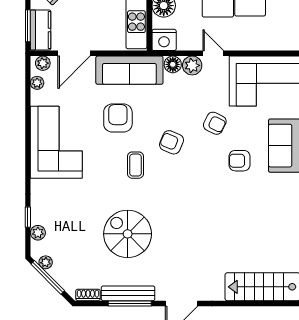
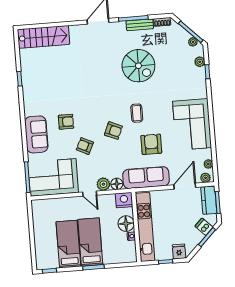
armchair: (118, 118) -> (151, 144), turned 180
bench: (128, 293) -> (140, 25), width x0.73

